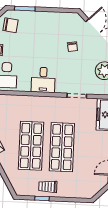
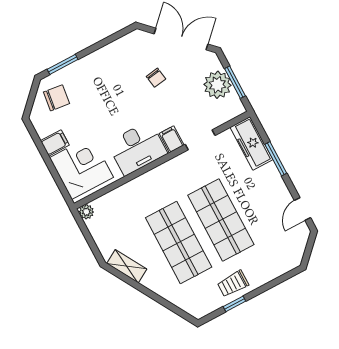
desk: (43, 80) -> (137, 148), width x1.37
filing cabinet: (61, 86) -> (172, 139), added

